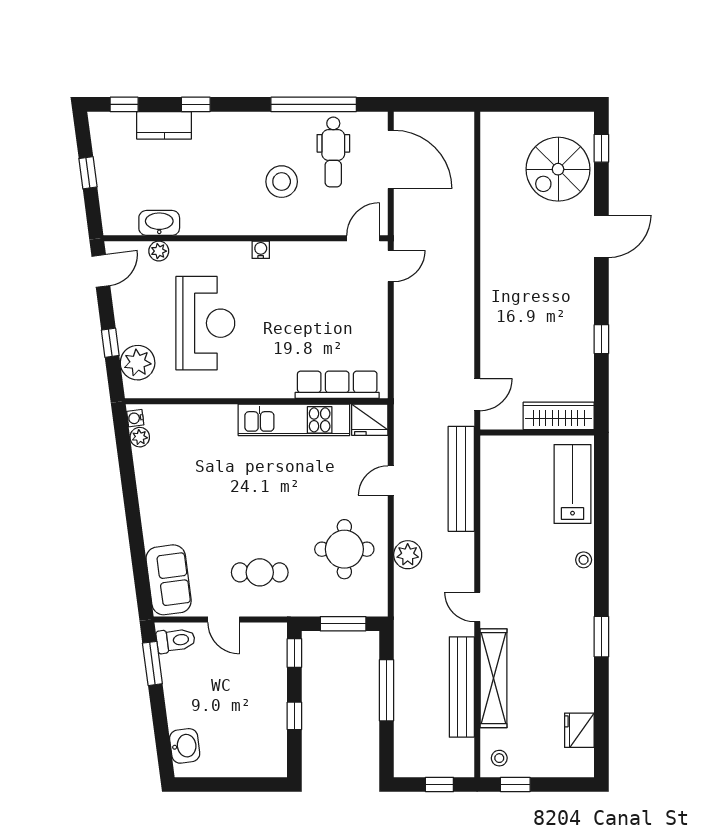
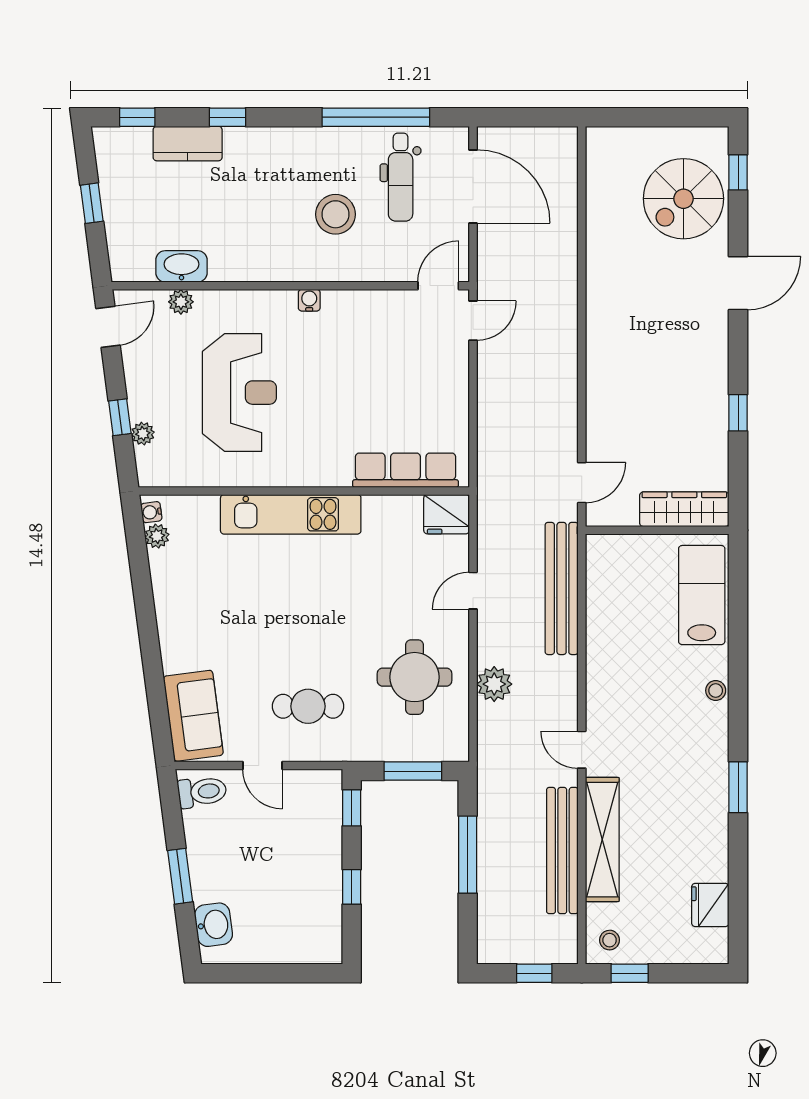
plant: (138, 363) -> (143, 434), width x0.53, depth x0.53
kitchen unit: (294, 420) -> (291, 514), moved
window: (152, 663) -> (180, 876), moved

